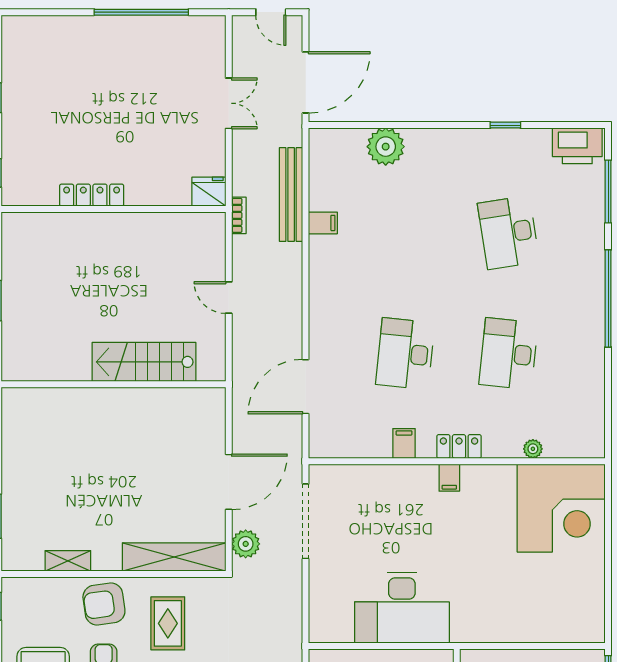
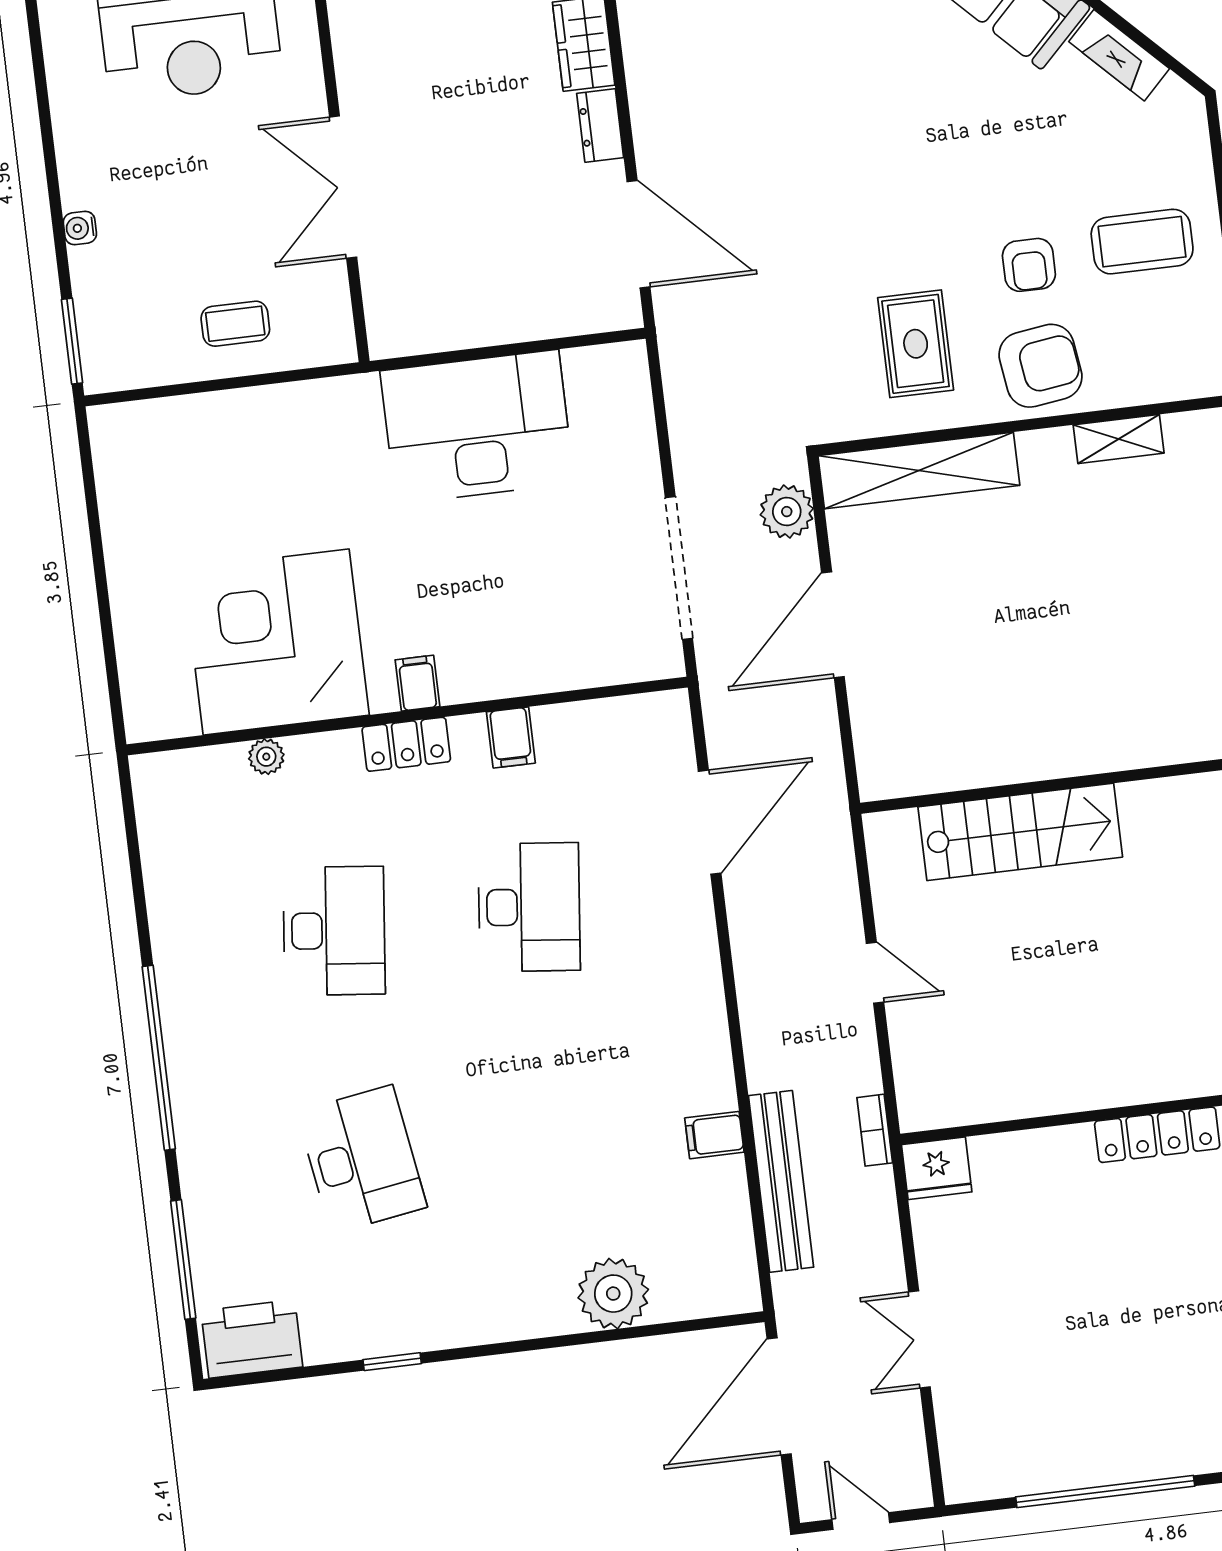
corner desk: (561, 508) -> (276, 642), moved

